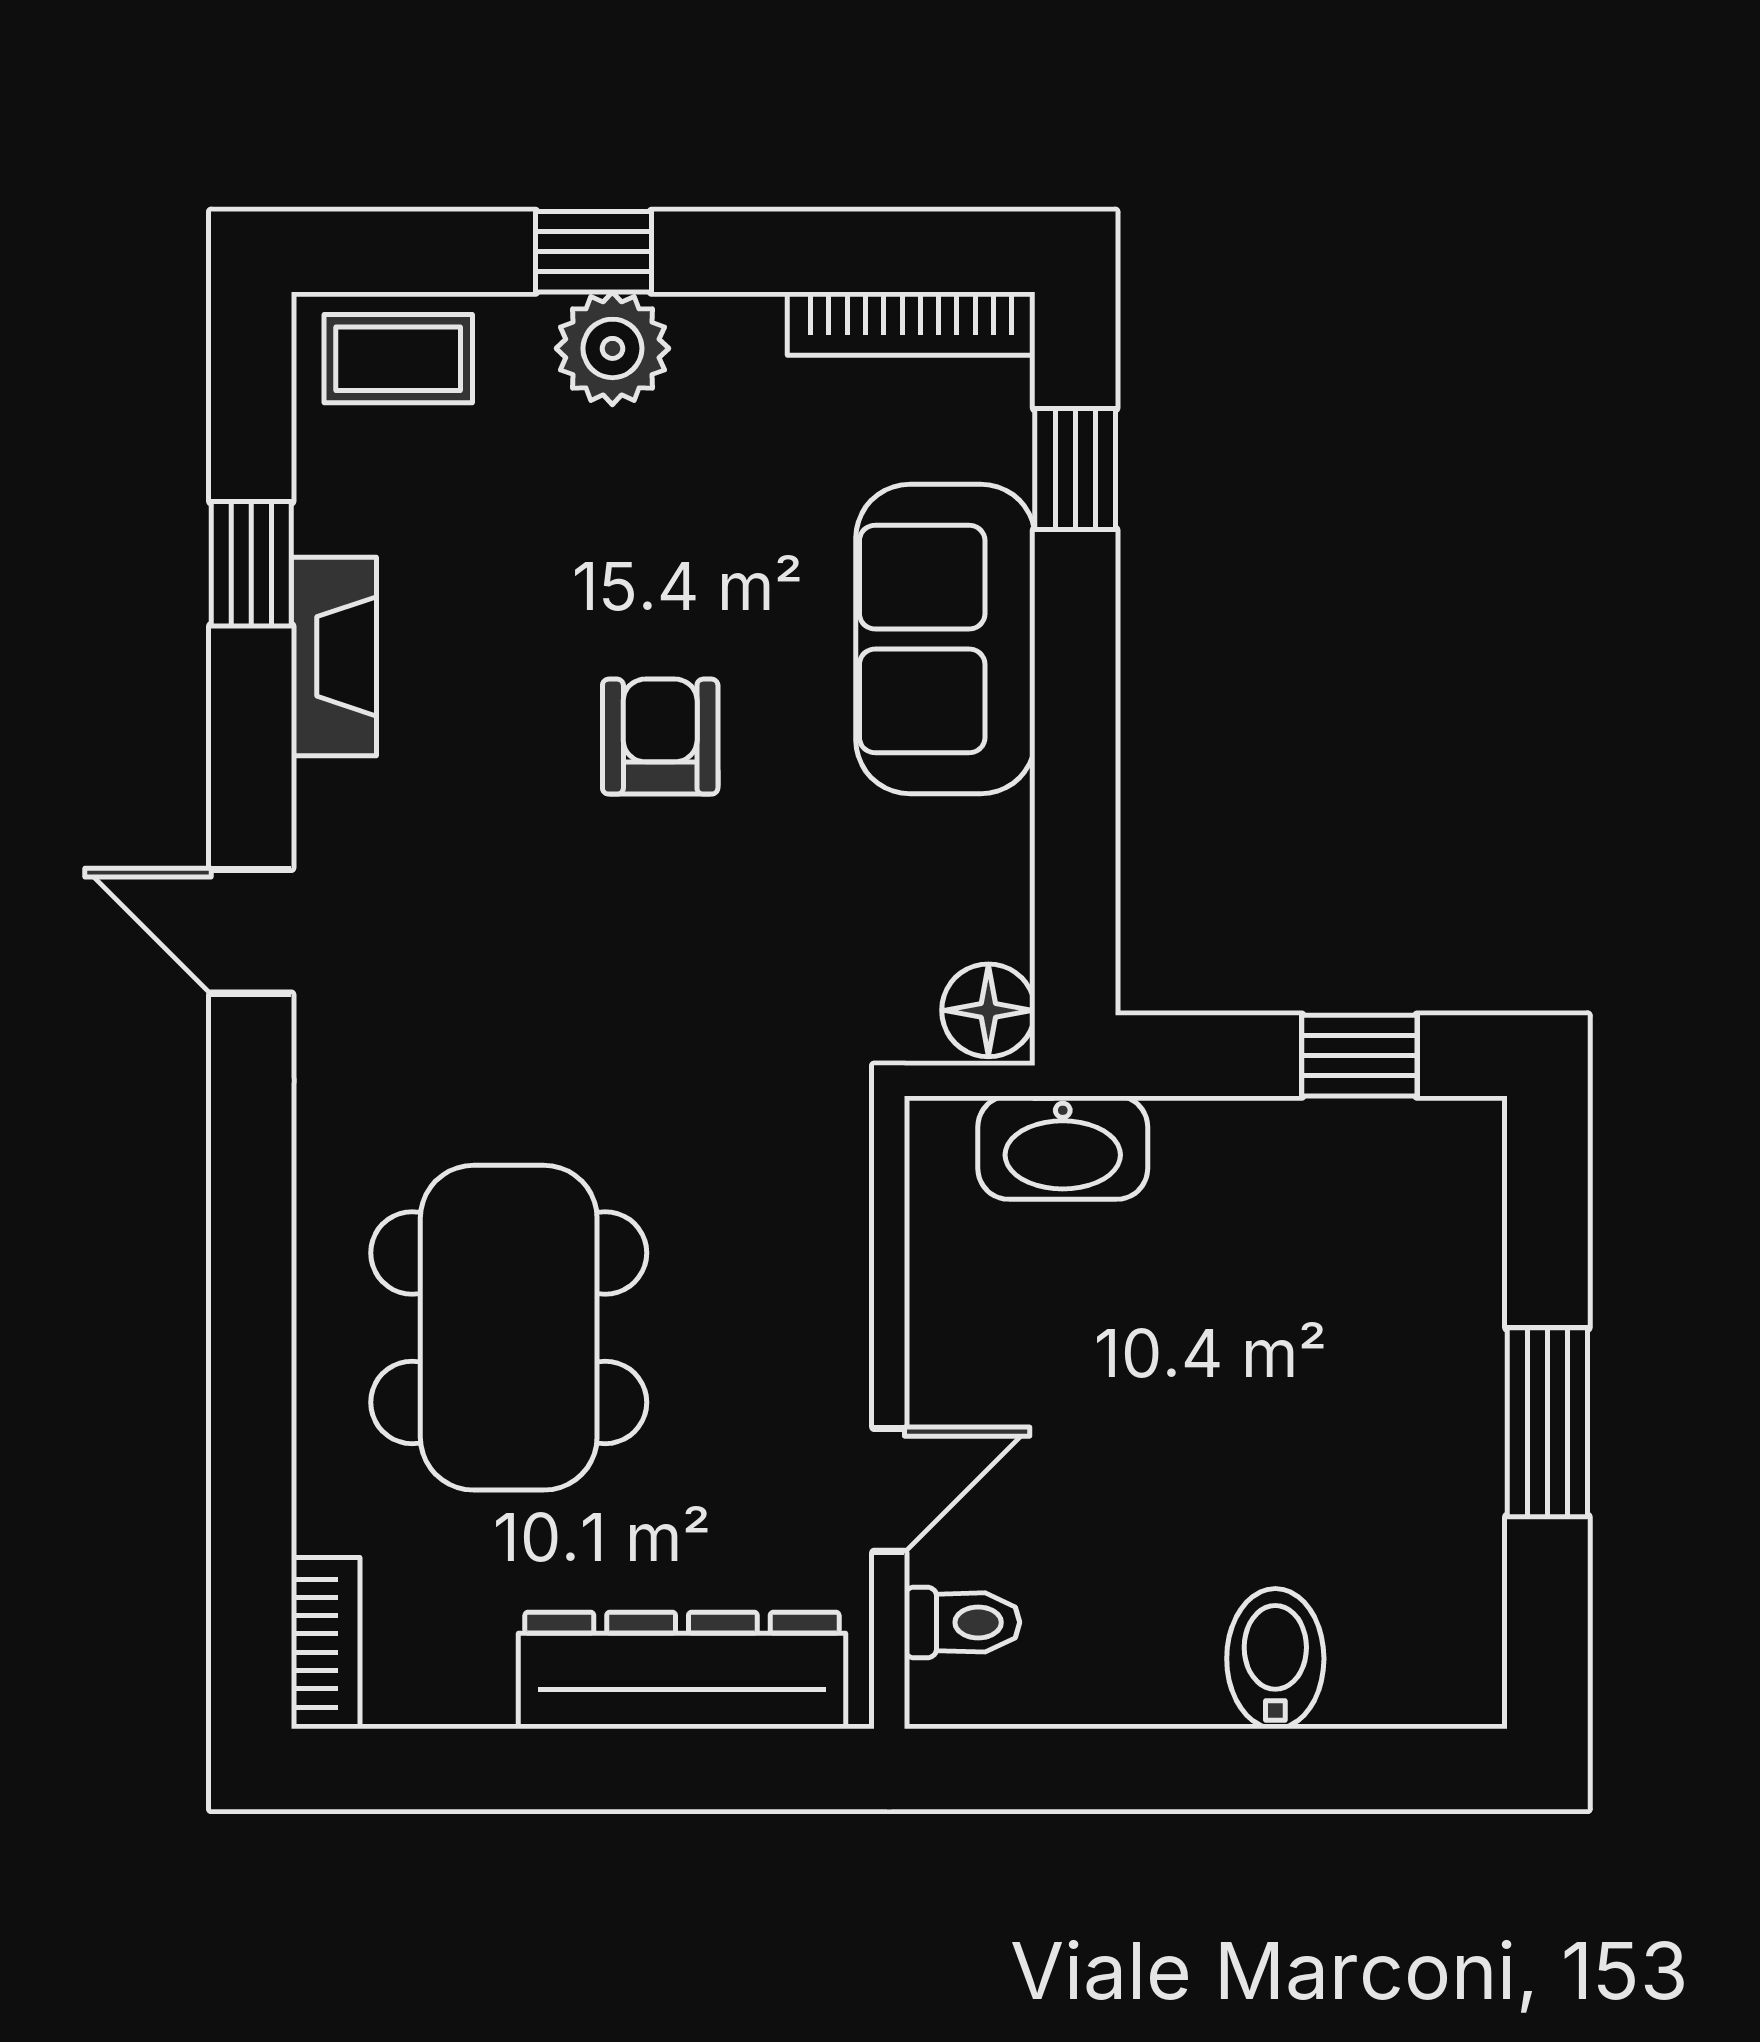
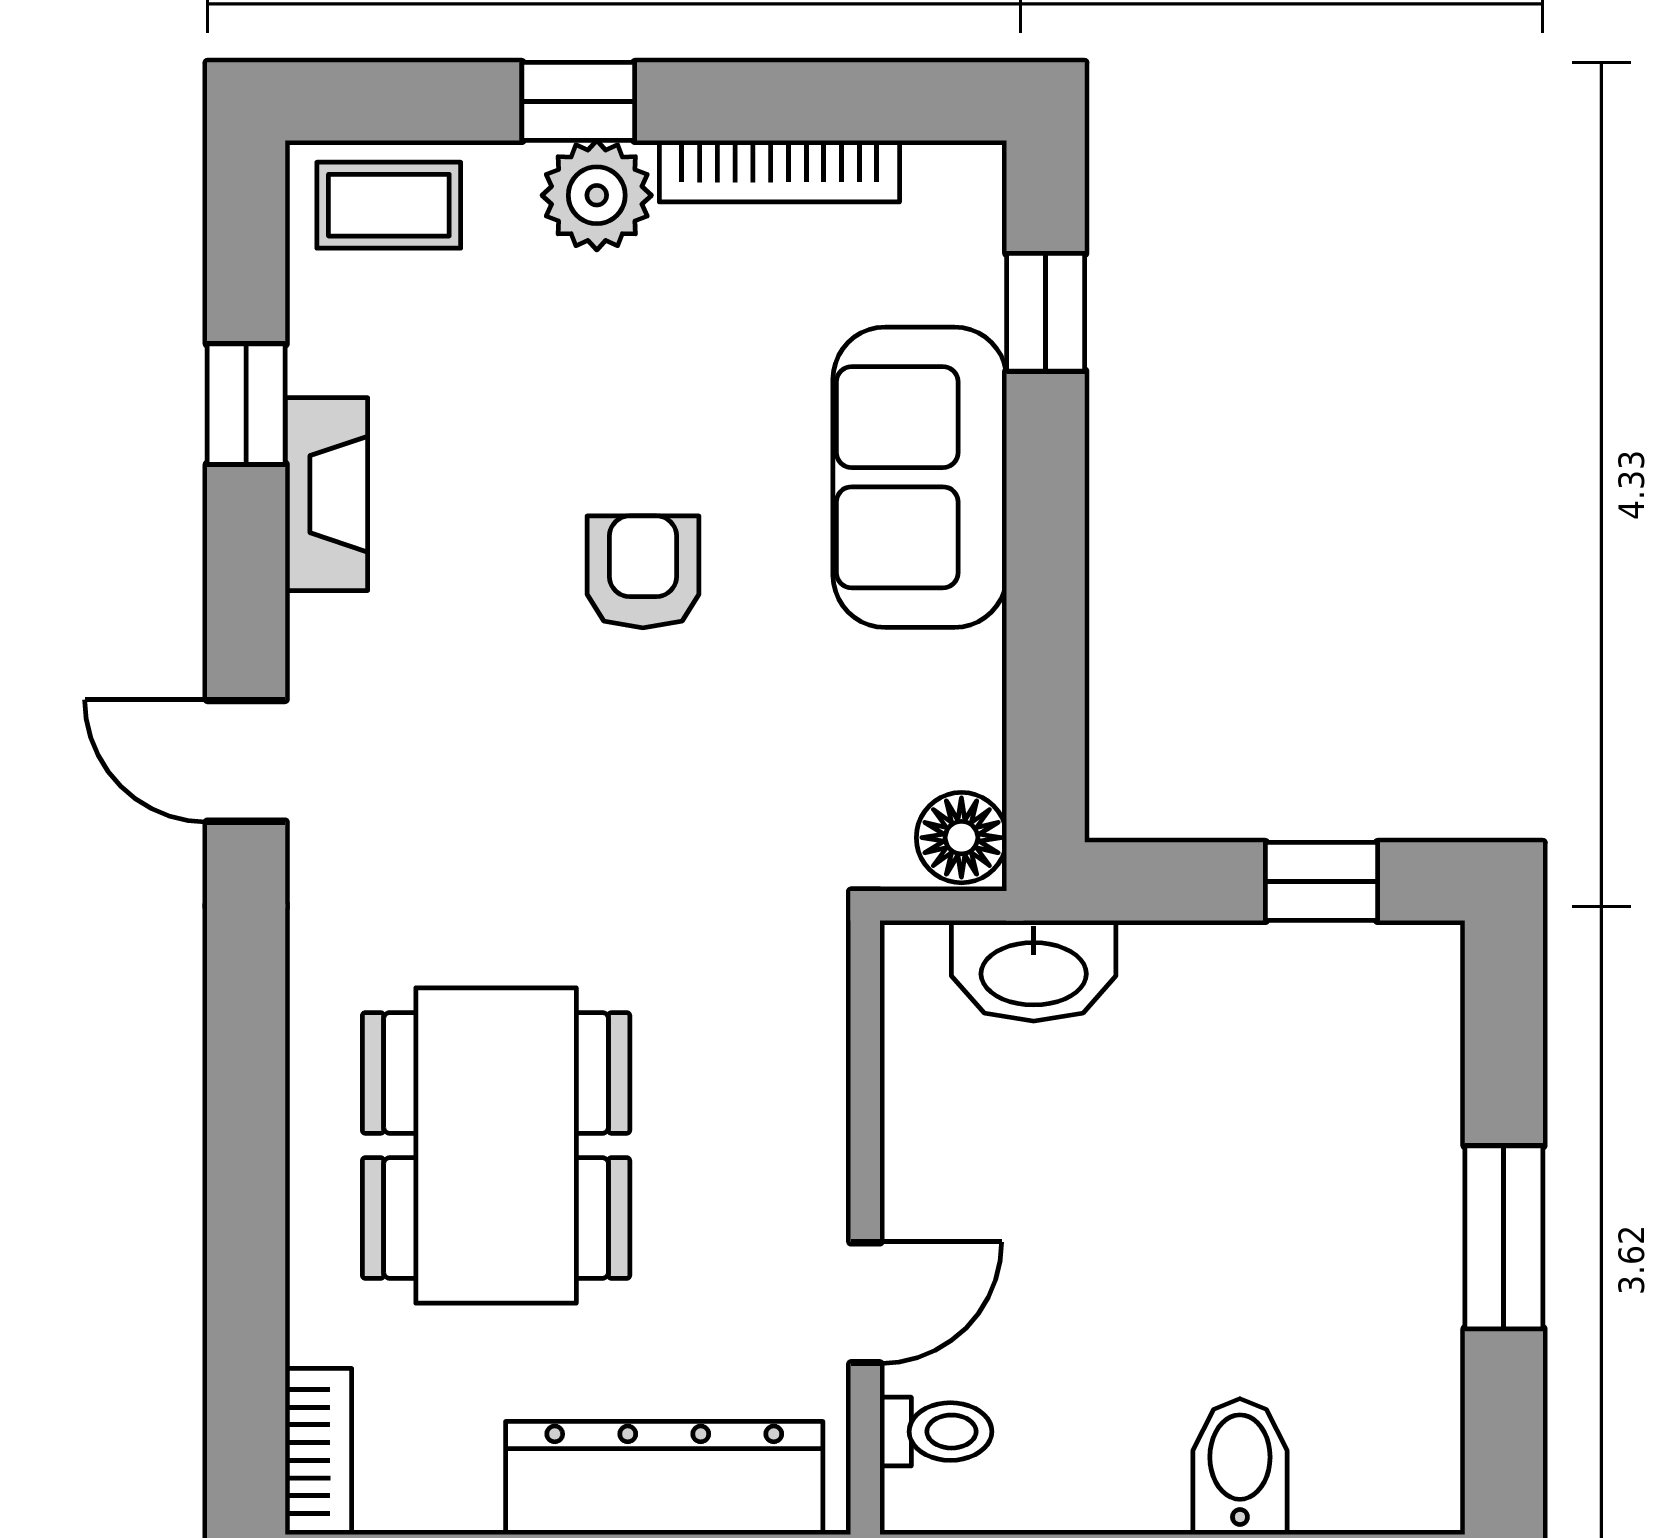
bookcase: (911, 324) -> (779, 171), moved

